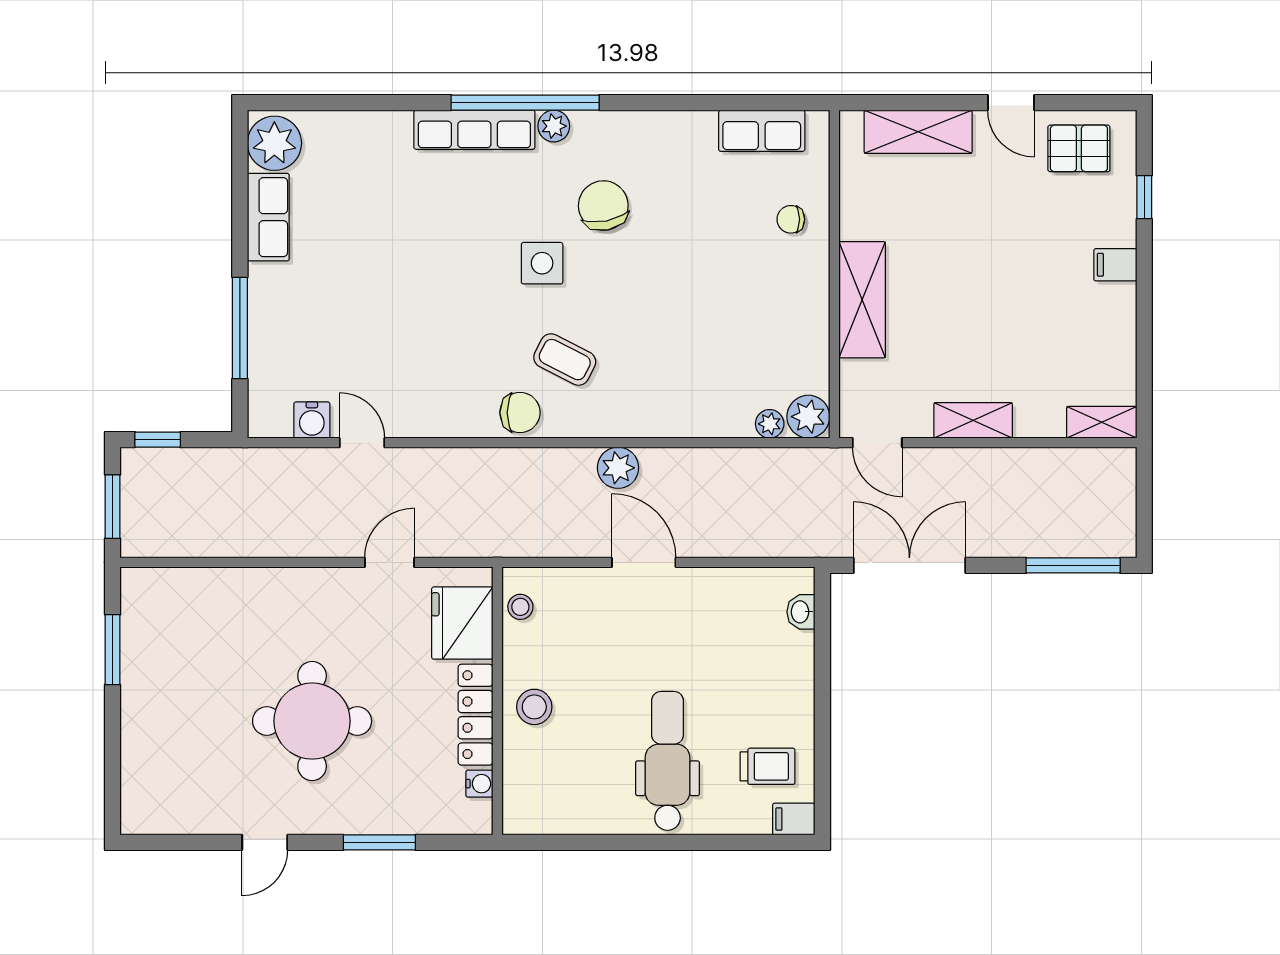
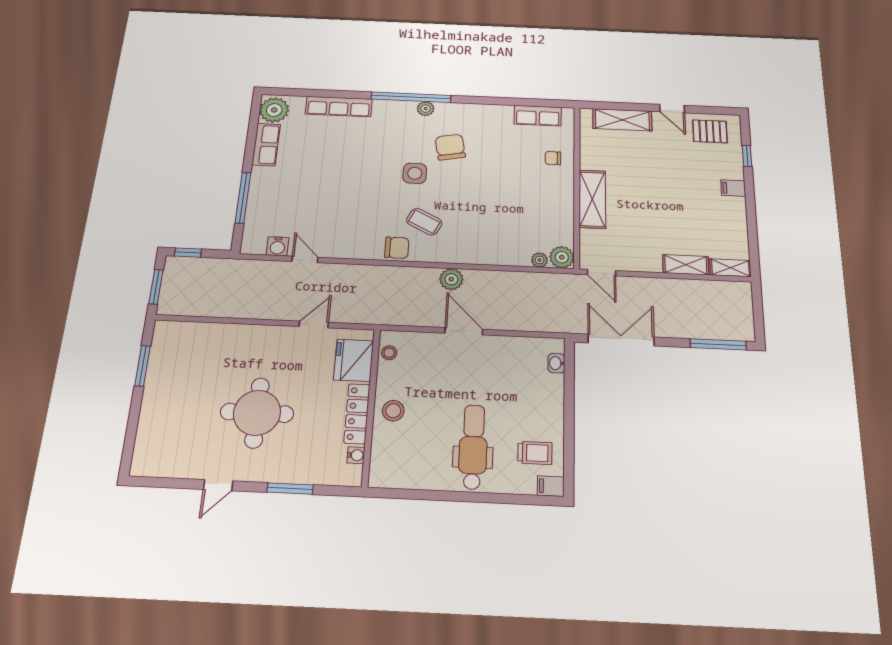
row of seats: (474, 130) -> (339, 107), moved
shelving: (973, 420) -> (686, 265), moved

